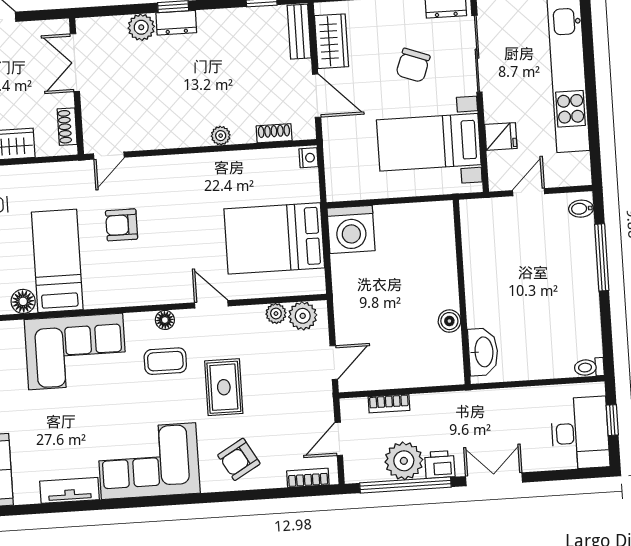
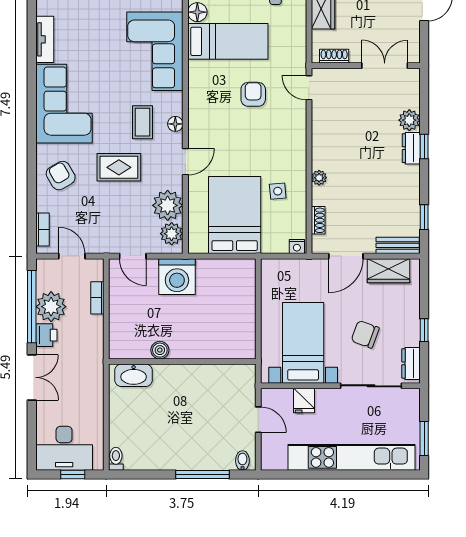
side table: (241, 186) -> (278, 191), added
washing machine: (351, 229) -> (177, 277), moved, turned -90
plant: (276, 313) -> (168, 205), width x1.88, depth x1.88

